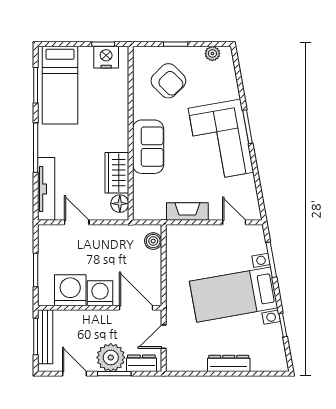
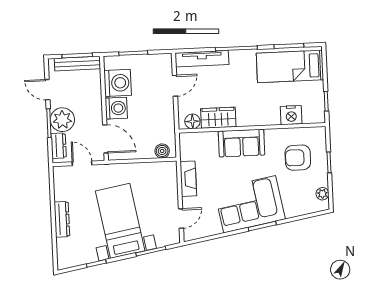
nightstand: (106, 57) -> (291, 115), moved, turned 90
armchair: (168, 81) -> (298, 158), turned 45
door: (136, 308) -> (105, 139), hinge flipped
door: (74, 374) -> (47, 90), swing flipped

